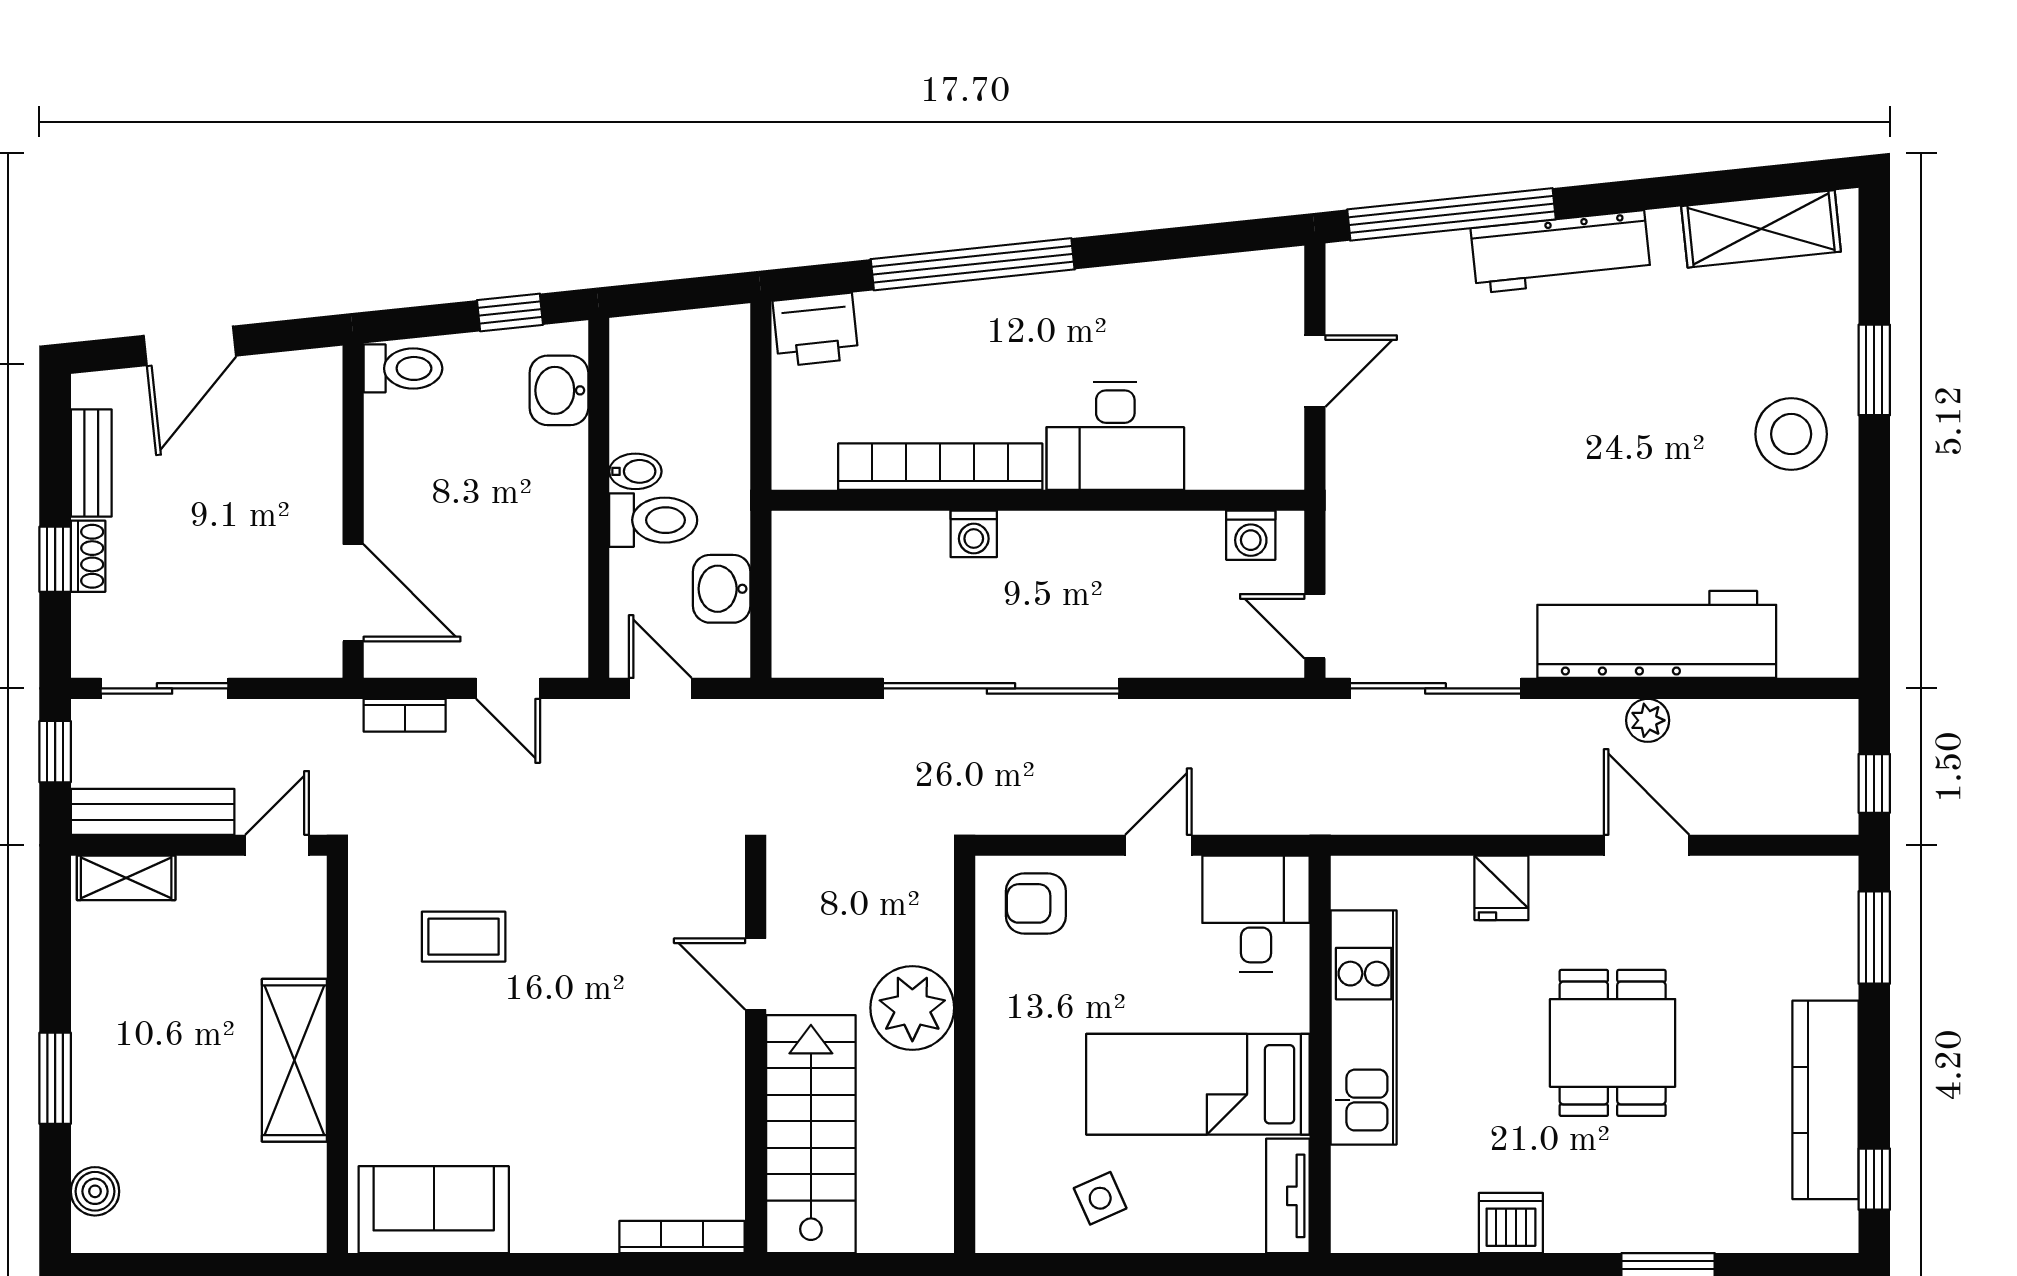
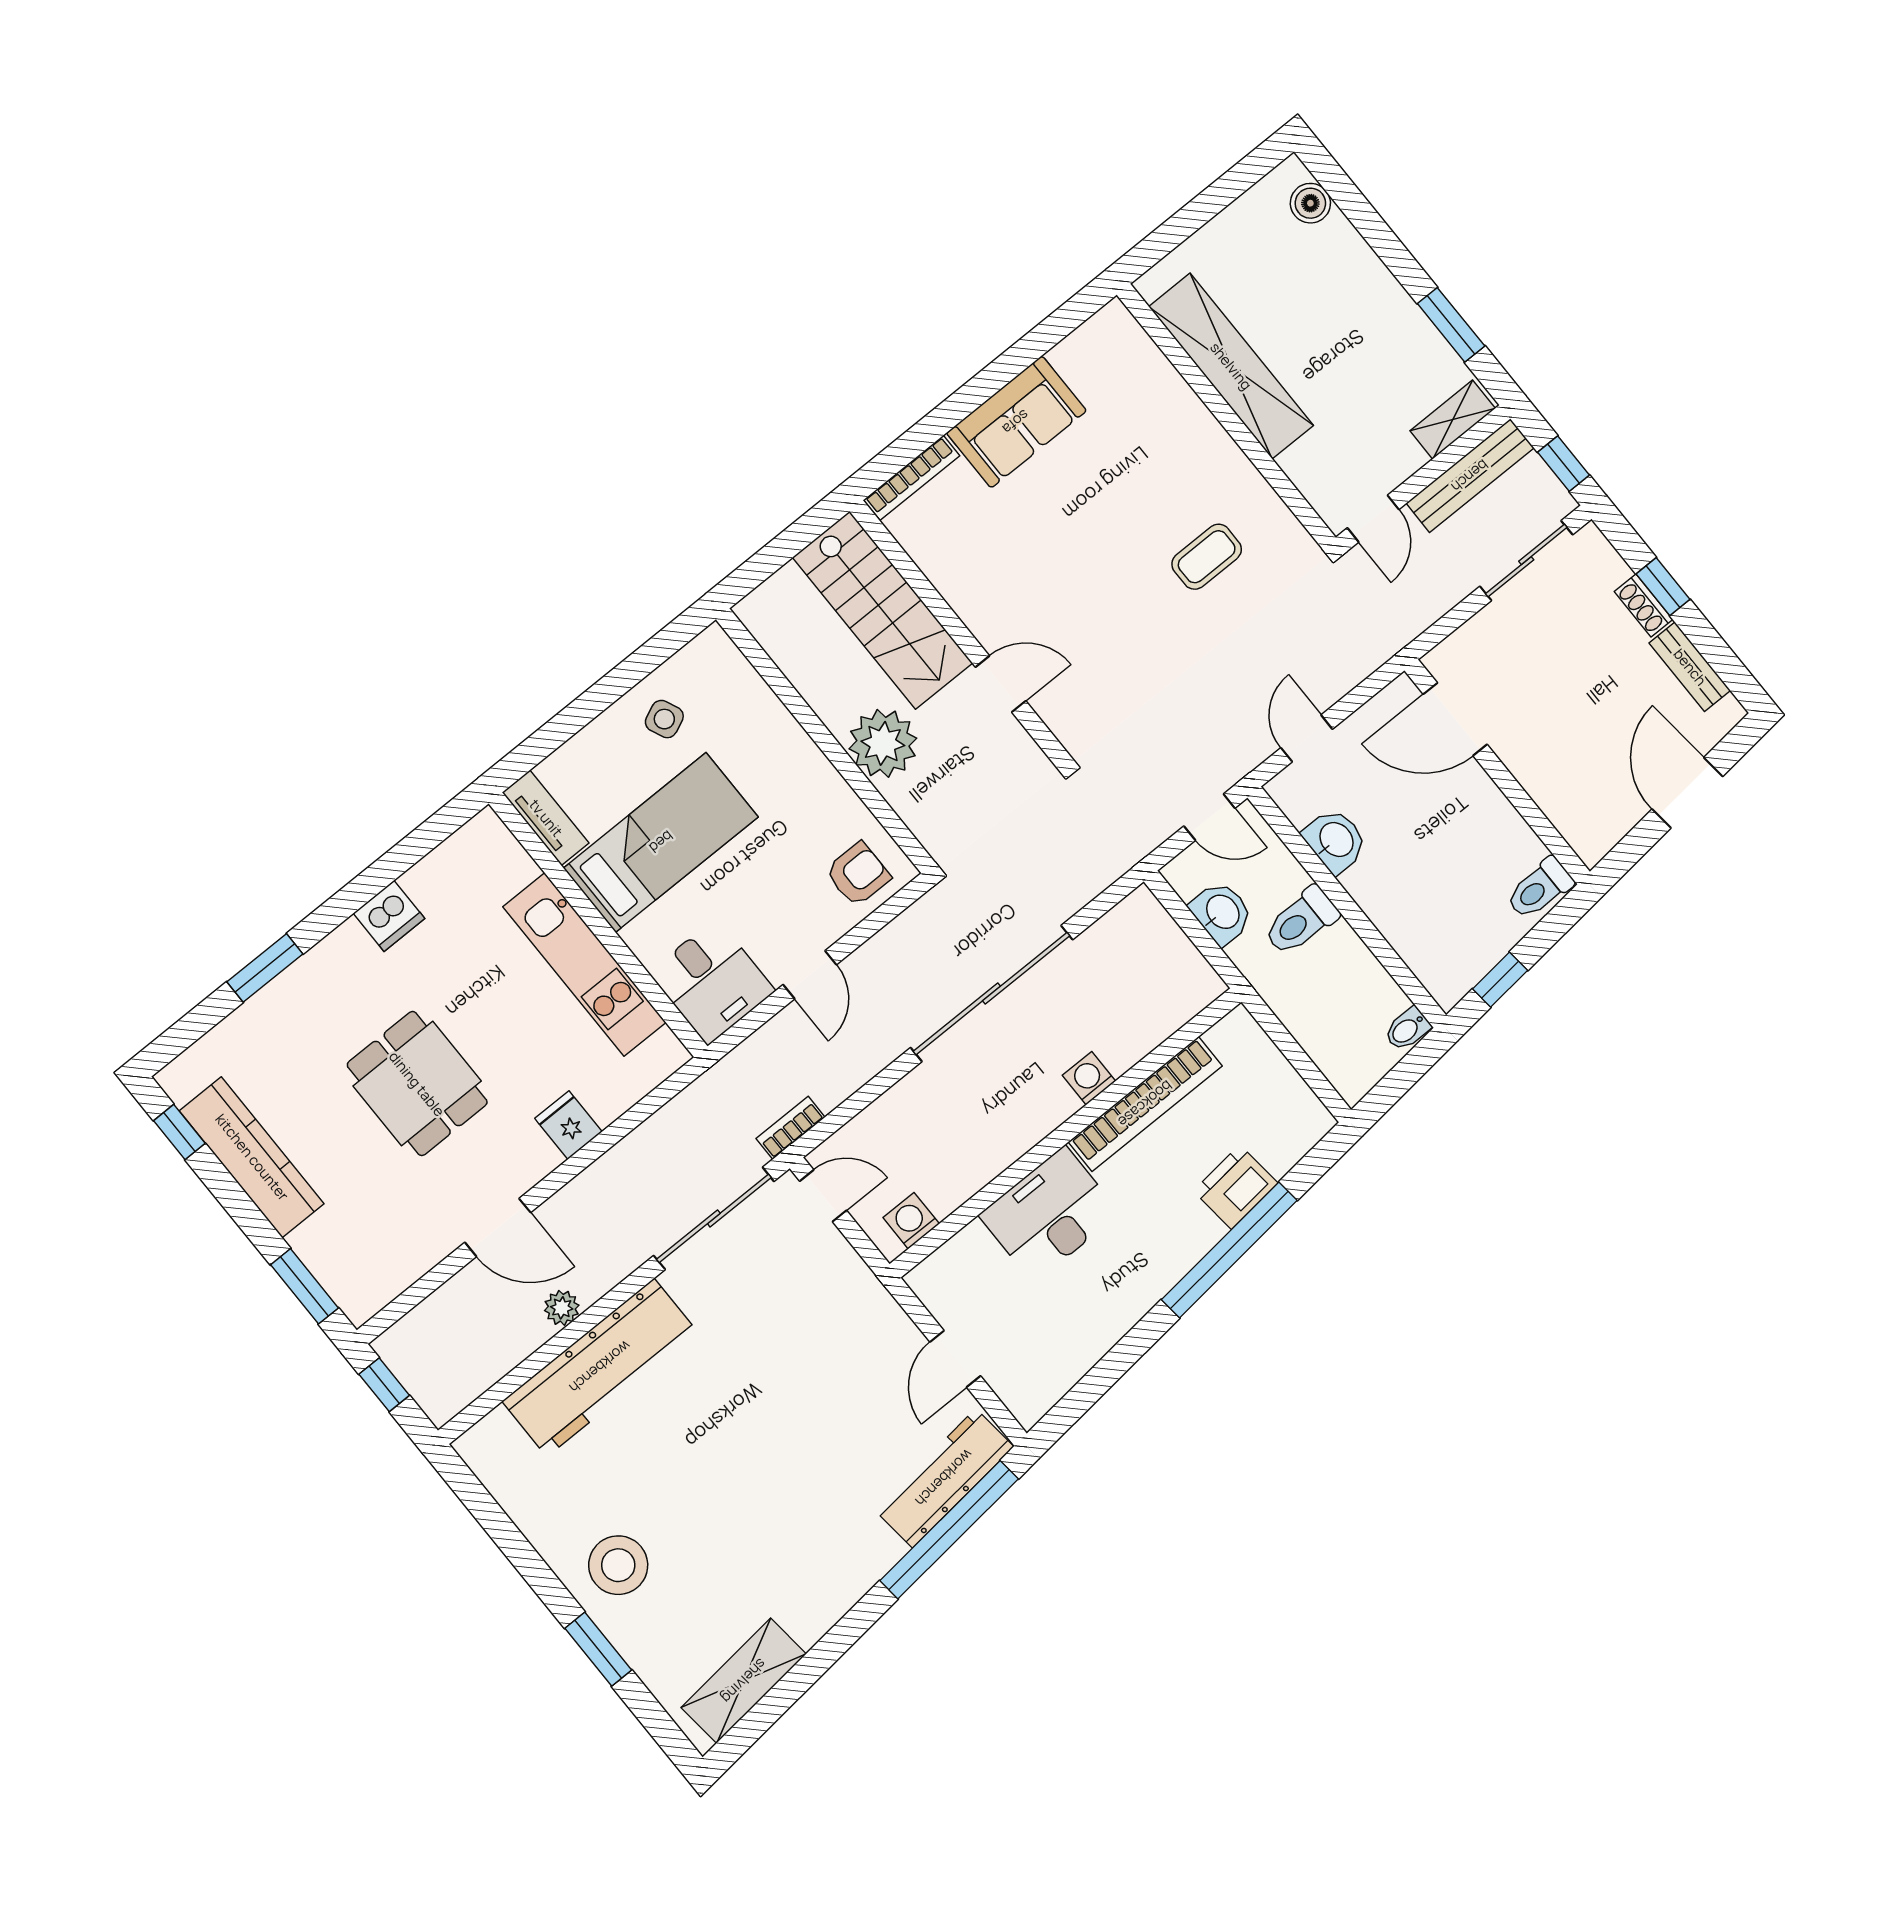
workbench: (1561, 252) -> (944, 1478), moved
printer: (816, 330) -> (1236, 1187), moved
washbasin: (559, 390) -> (1335, 840), moved
bidet: (635, 471) -> (1407, 1029), moved
door: (508, 688) -> (1307, 738), hinge flipped
bookcase: (405, 715) -> (791, 1128), moved
shelving: (294, 1060) -> (1231, 366), width x1.47
window: (55, 1078) -> (1451, 325), moved
sofa: (434, 1210) -> (1016, 422), moved

